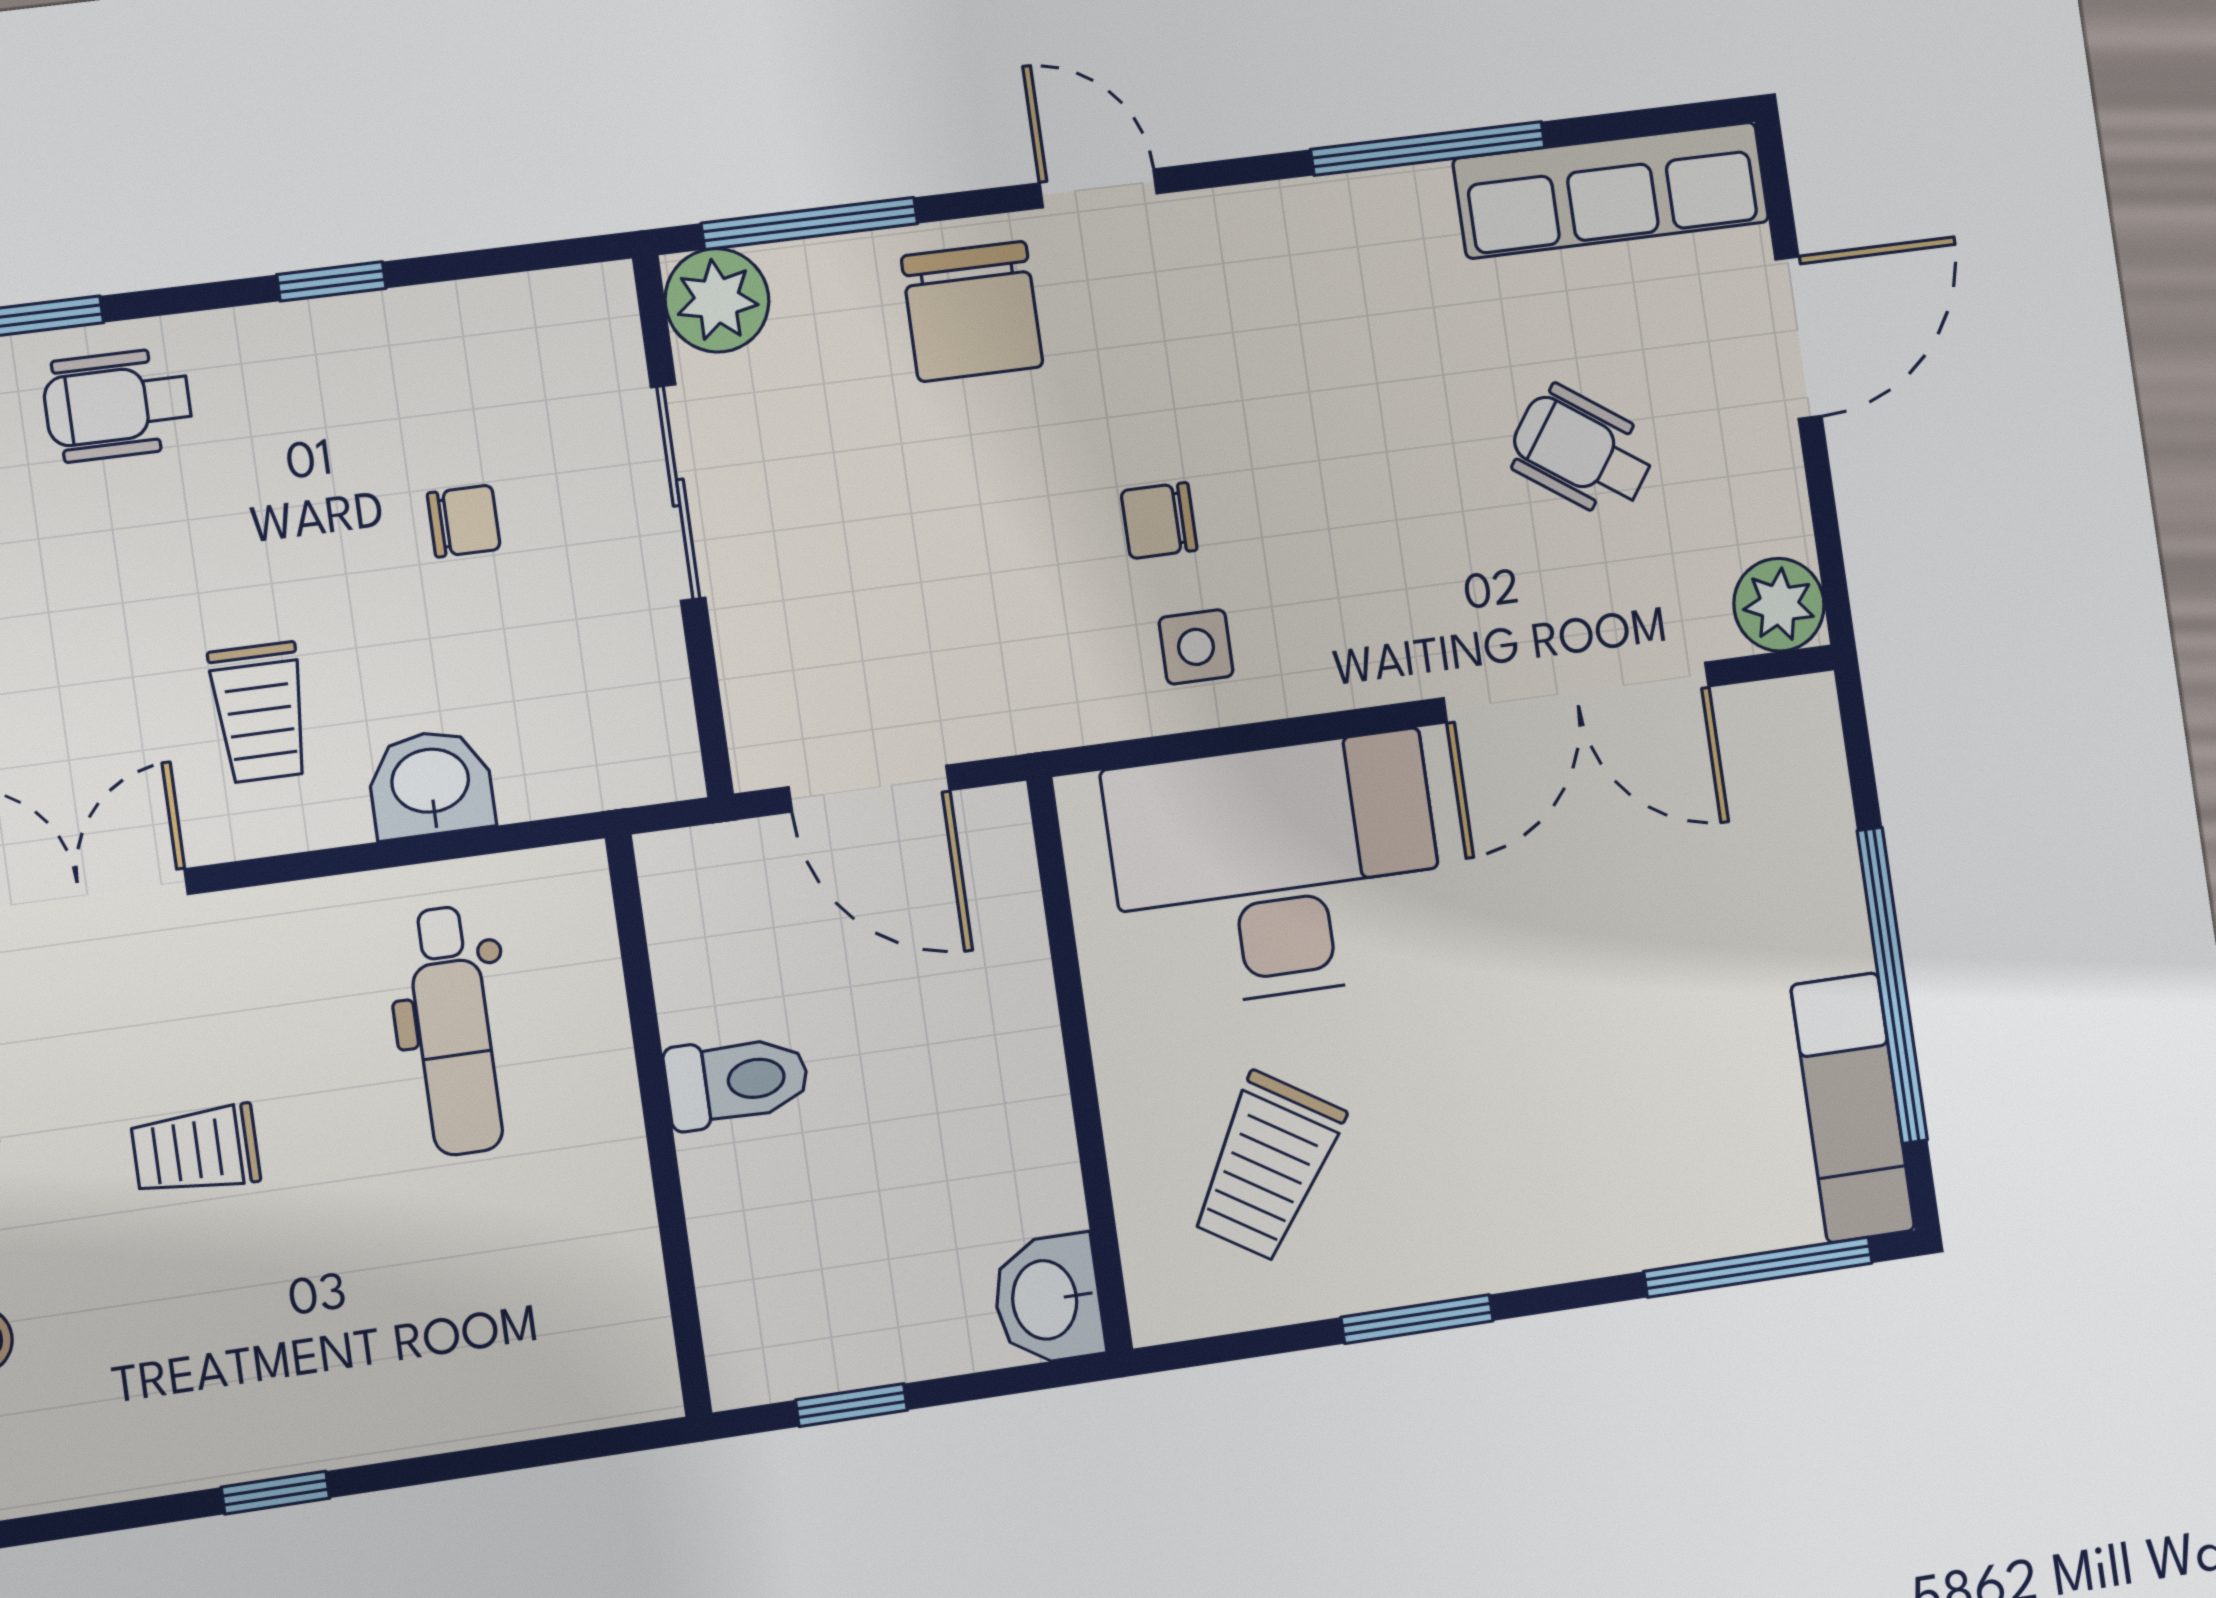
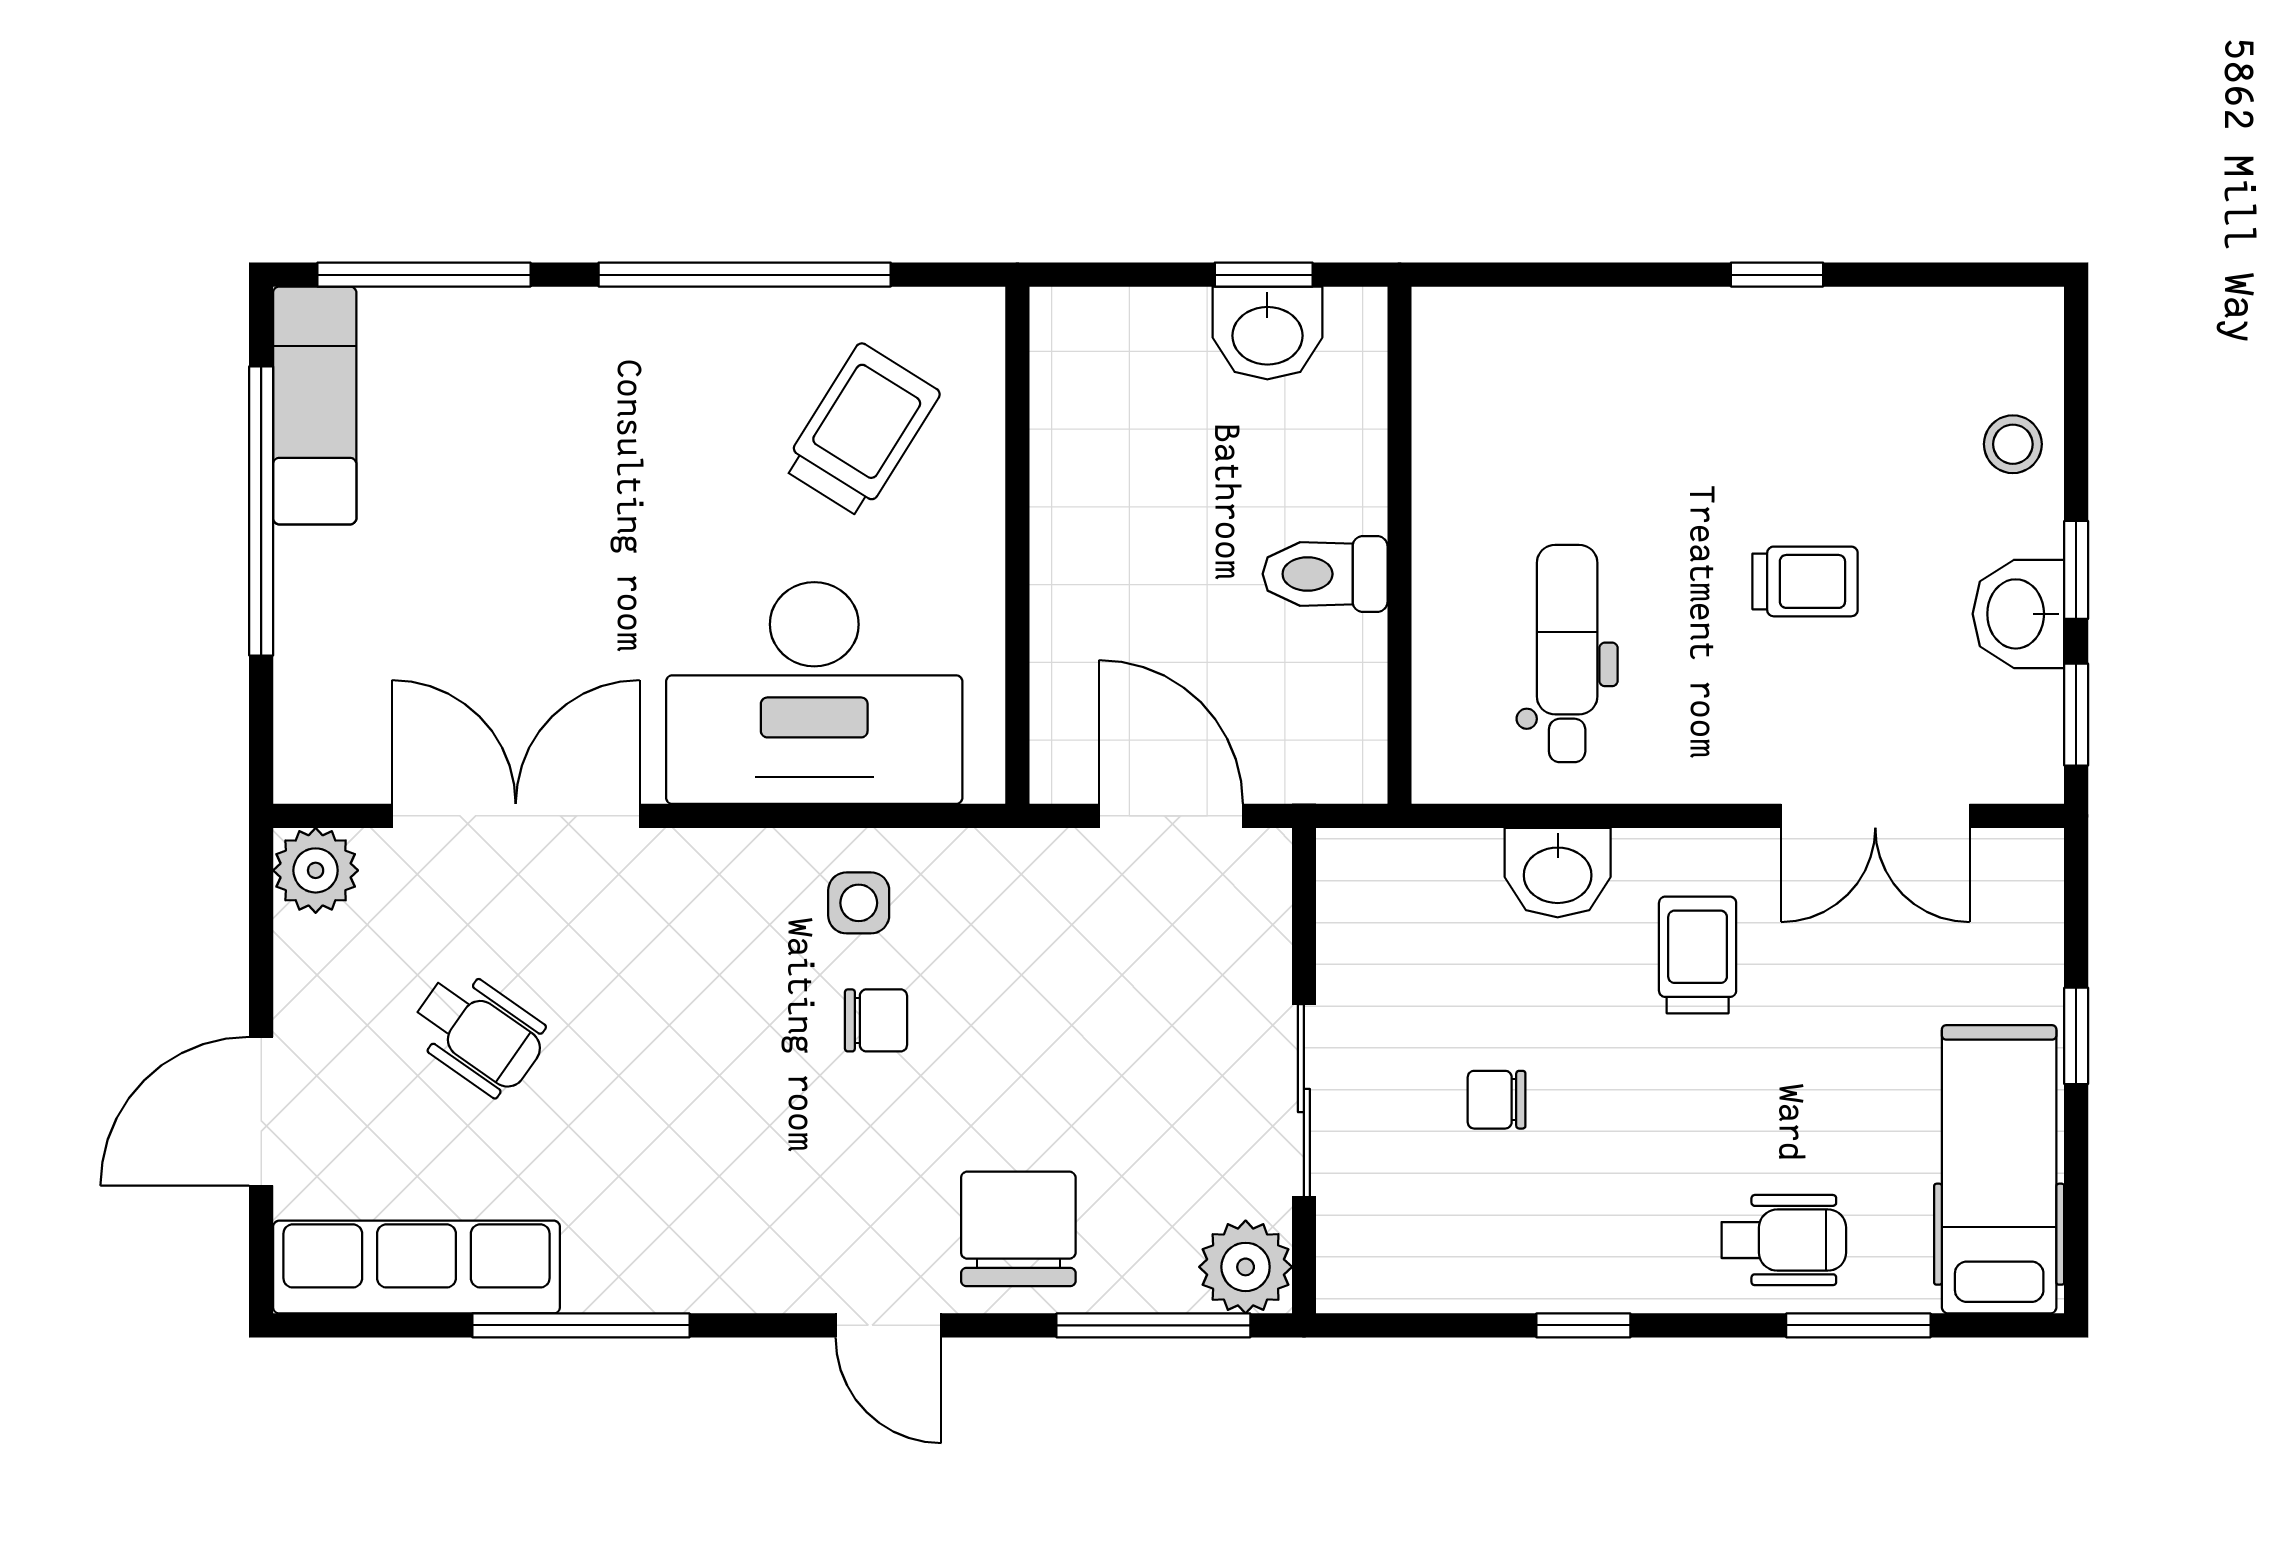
washbasin: (1048, 1299) -> (1267, 333), moved, turned 90
window: (1417, 1319) -> (745, 275), width x2.11

